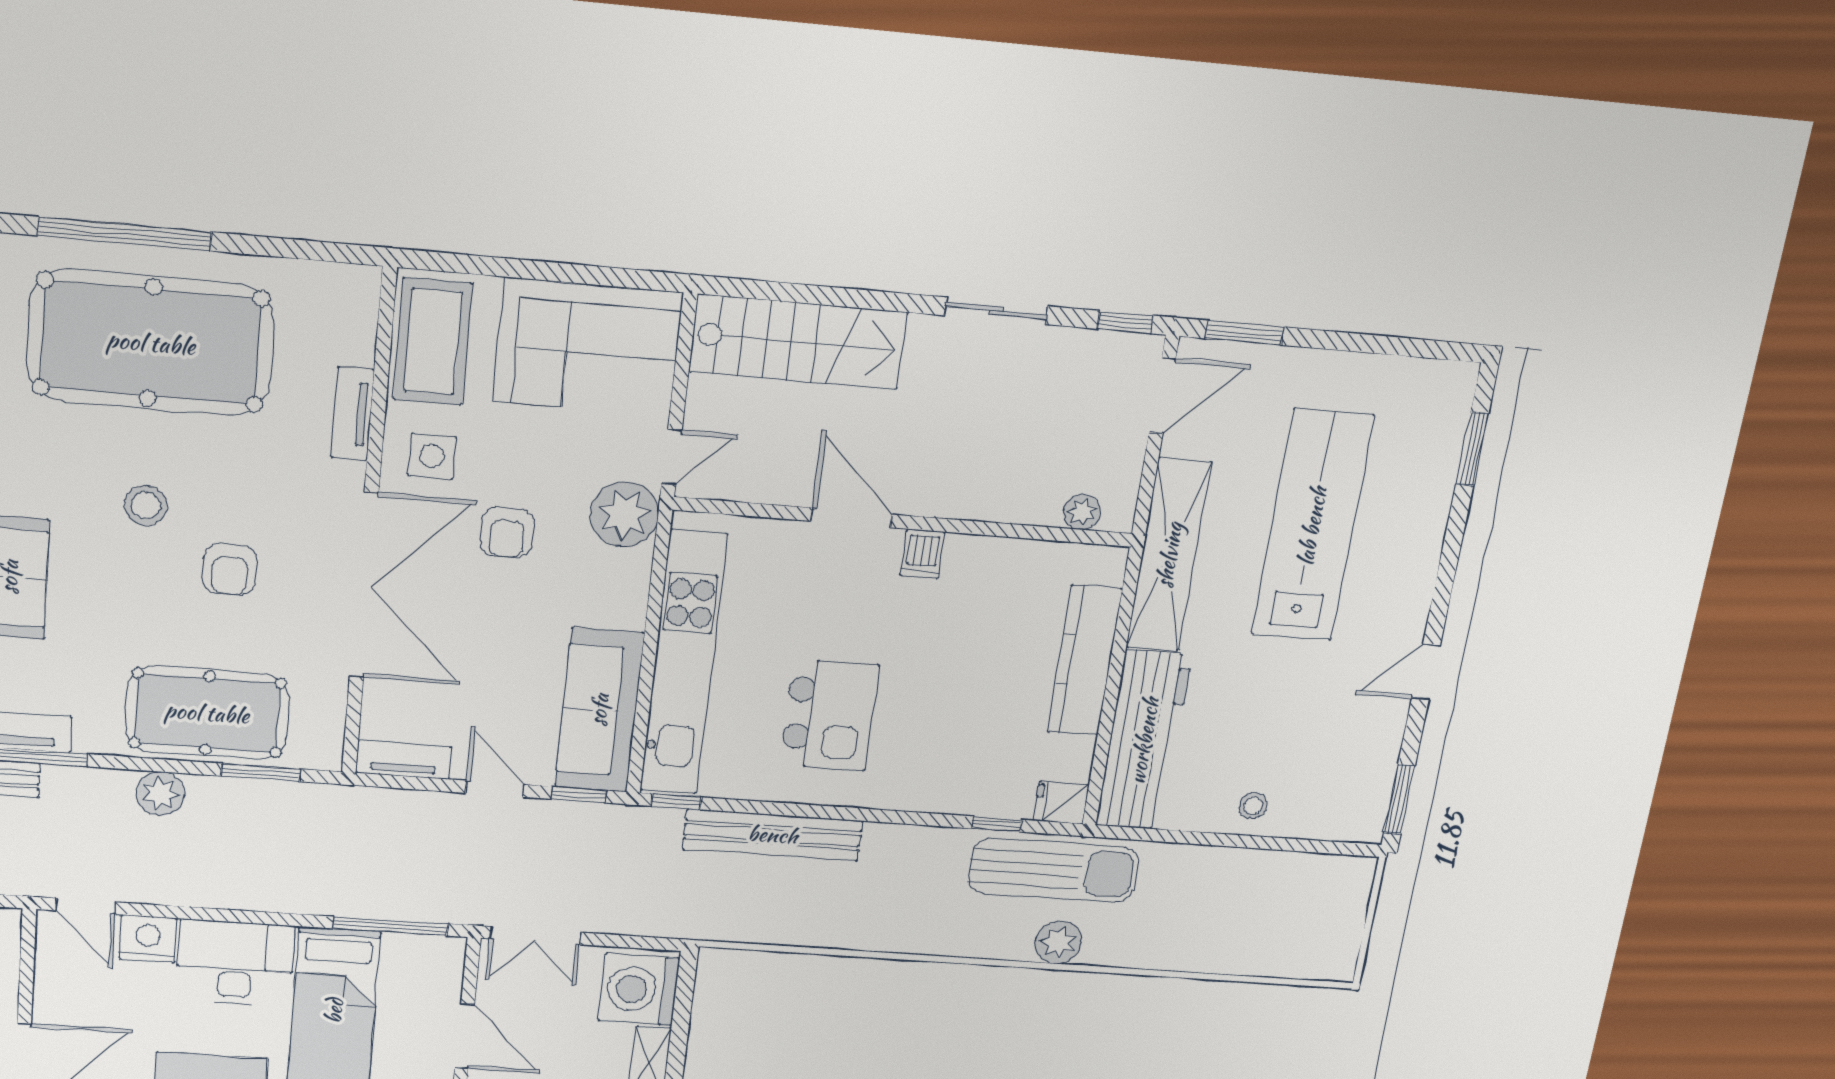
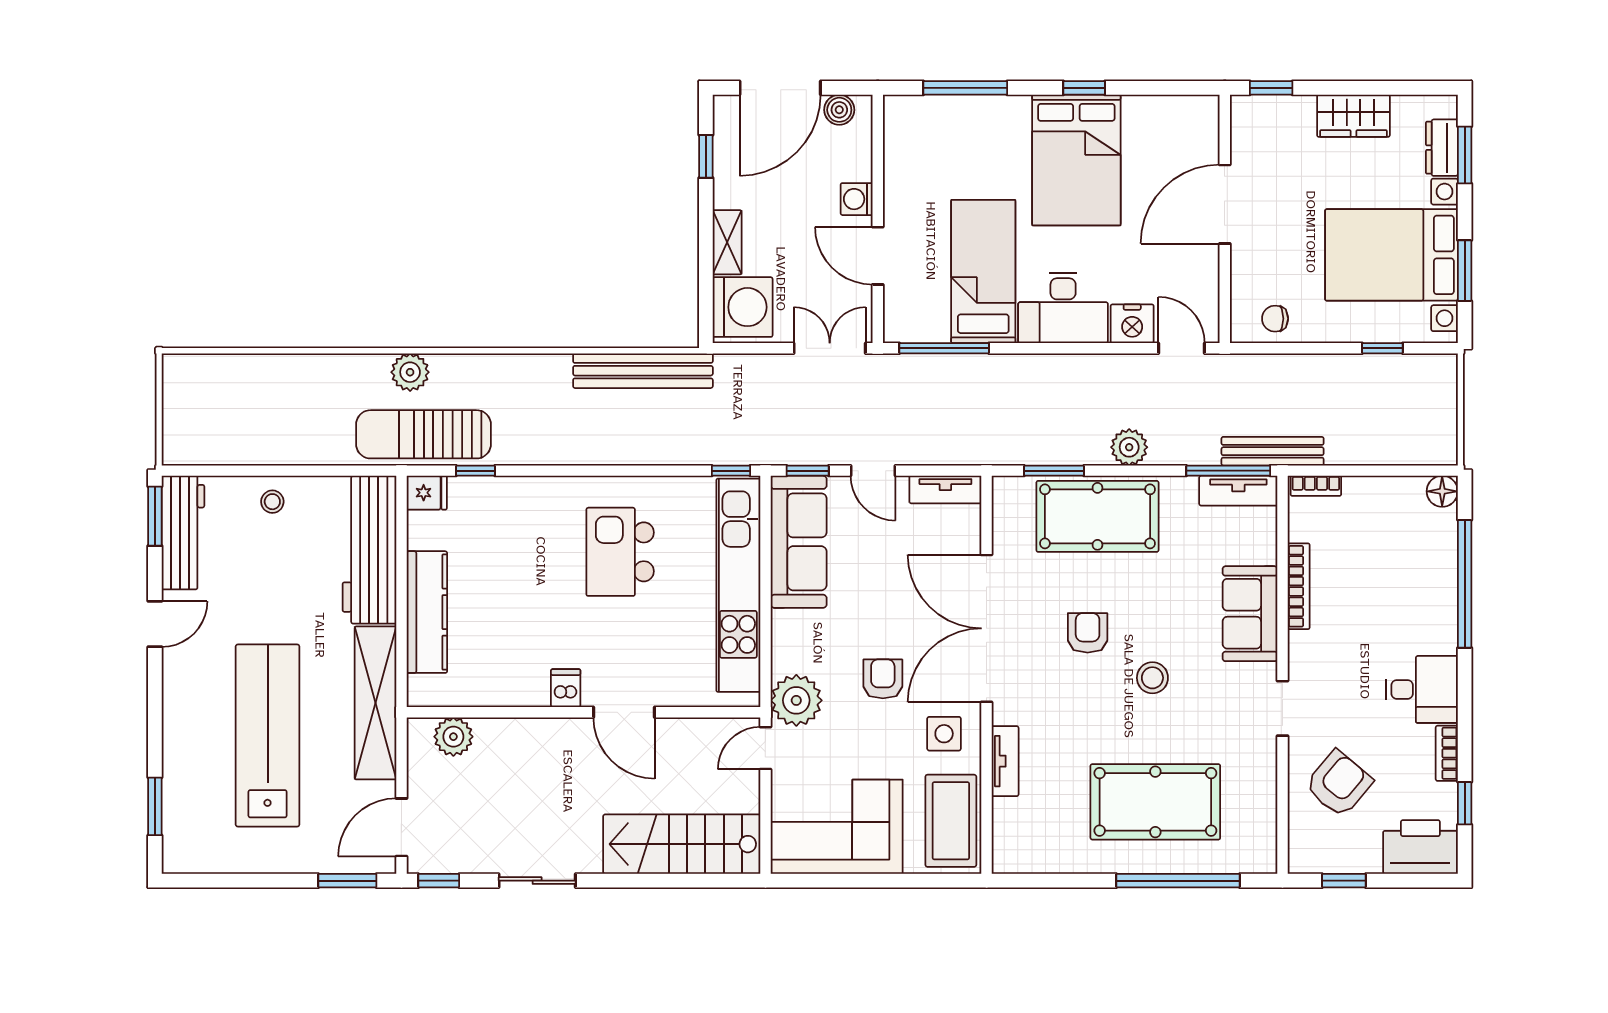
pool table: (151, 343) -> (1155, 802), width x0.73, depth x0.76
plant: (1082, 512) -> (453, 737), width x1.38, depth x1.38
lab bench: (1312, 526) -> (268, 735), turned 180
workbench: (1369, 778) -> (183, 533), added
bench: (773, 835) -> (643, 371), moved

